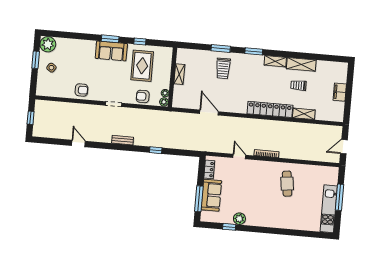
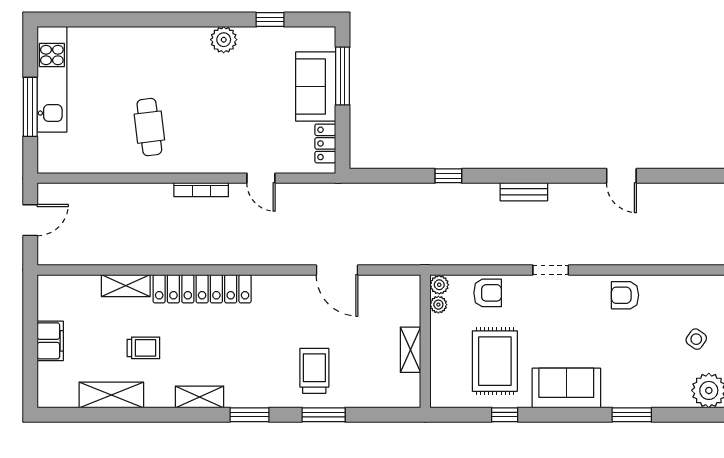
window: (110, 39) -> (632, 415), moved
shelving: (301, 64) -> (111, 395), moved
plant: (239, 219) -> (224, 40), moved

